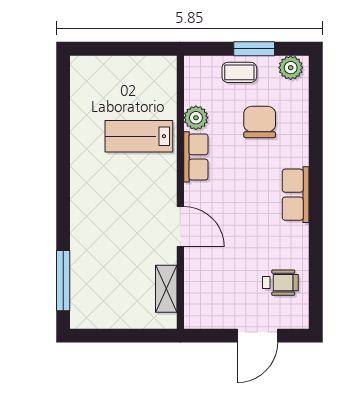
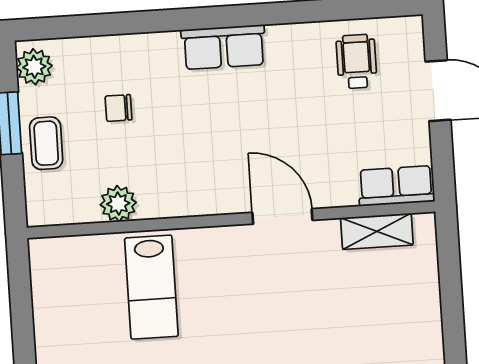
chair: (260, 122) -> (119, 108), width x0.54, depth x0.54
row of seats: (196, 157) -> (396, 186), moved
door: (180, 227) -> (282, 216), hinge flipped

